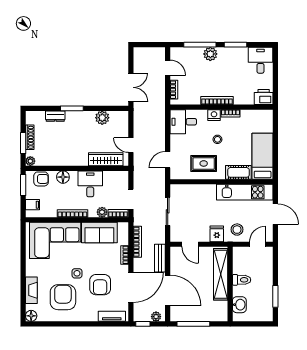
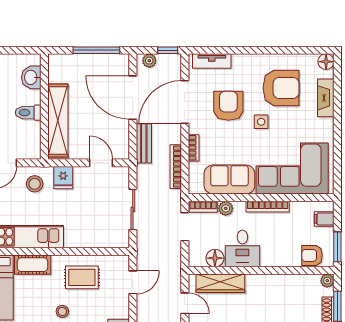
floor lamp: (63, 177) -> (215, 258), moved
armchair: (63, 297) -> (281, 88), turned -90

